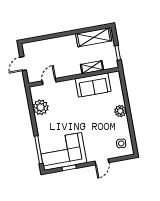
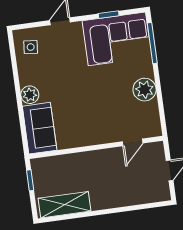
shelving: (92, 67) -> (69, 161), removed
sofa: (93, 85) -> (40, 128), moved, turned 90
plant: (41, 107) -> (145, 90), moved

